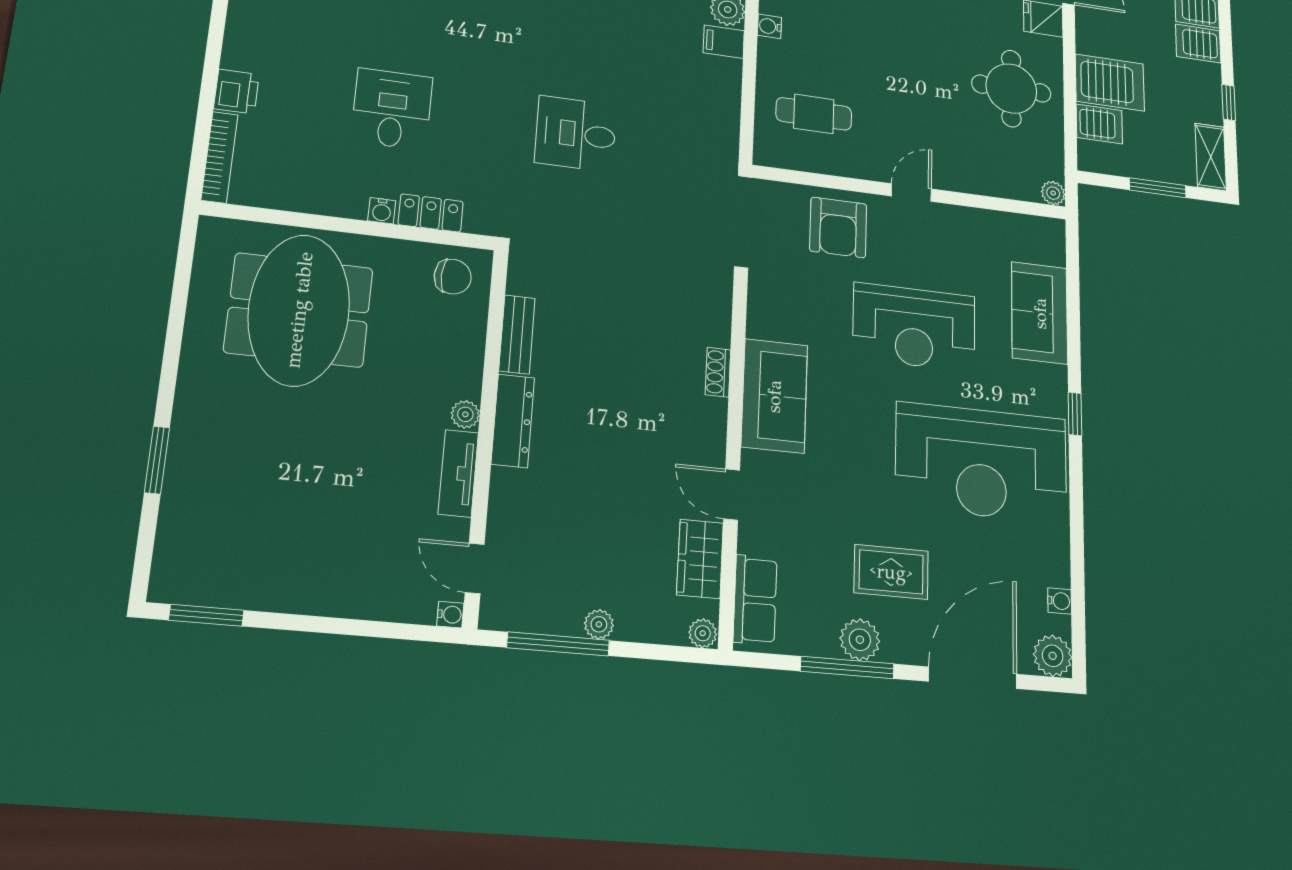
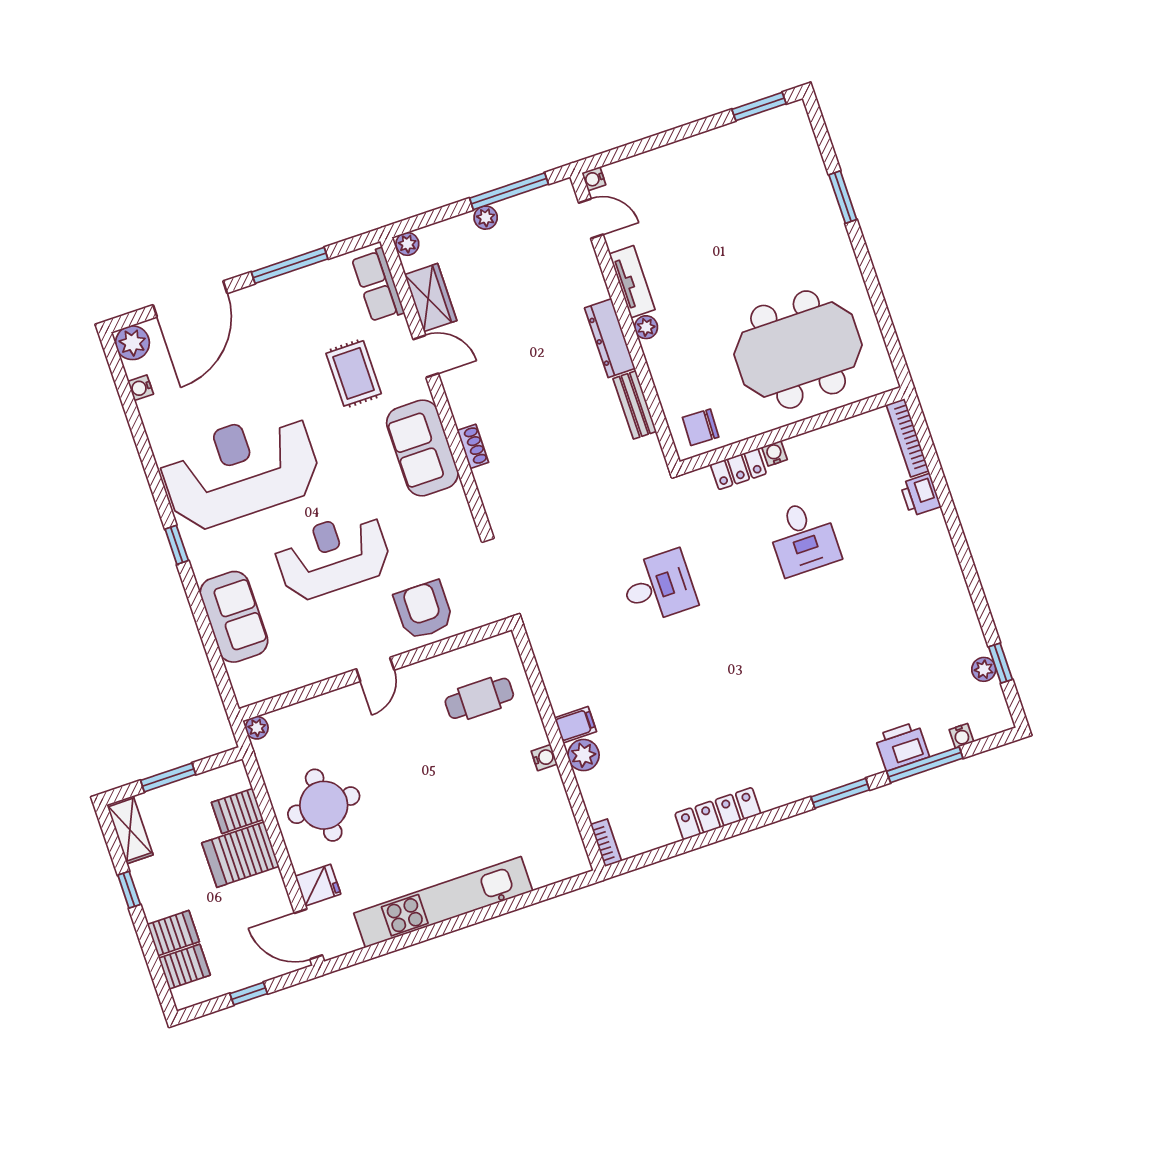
meeting table: (299, 310) -> (798, 350), turned 90
rug: (891, 572) -> (354, 373), moved, turned 90
plant: (860, 640) -> (287, 290), removed

